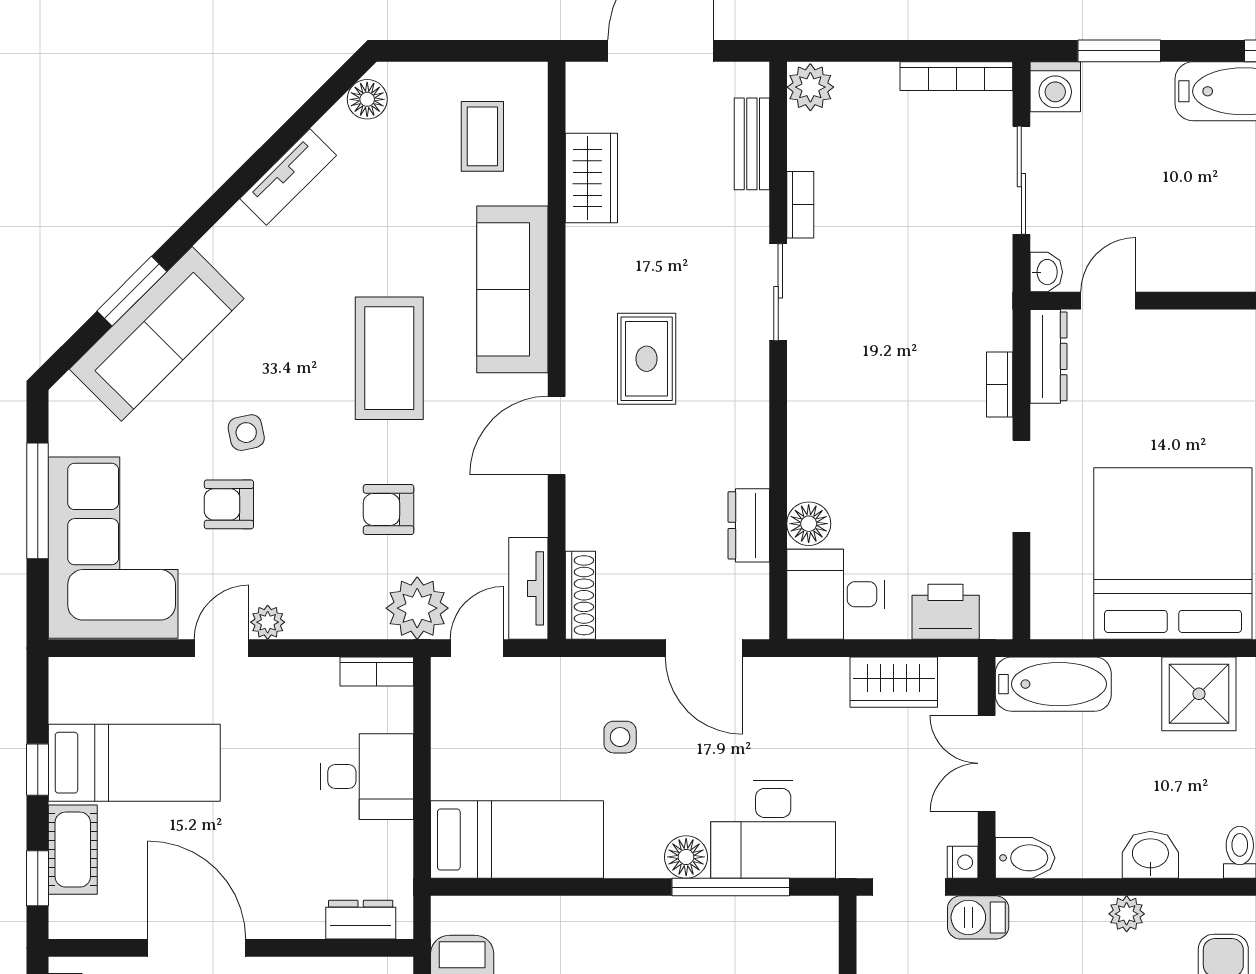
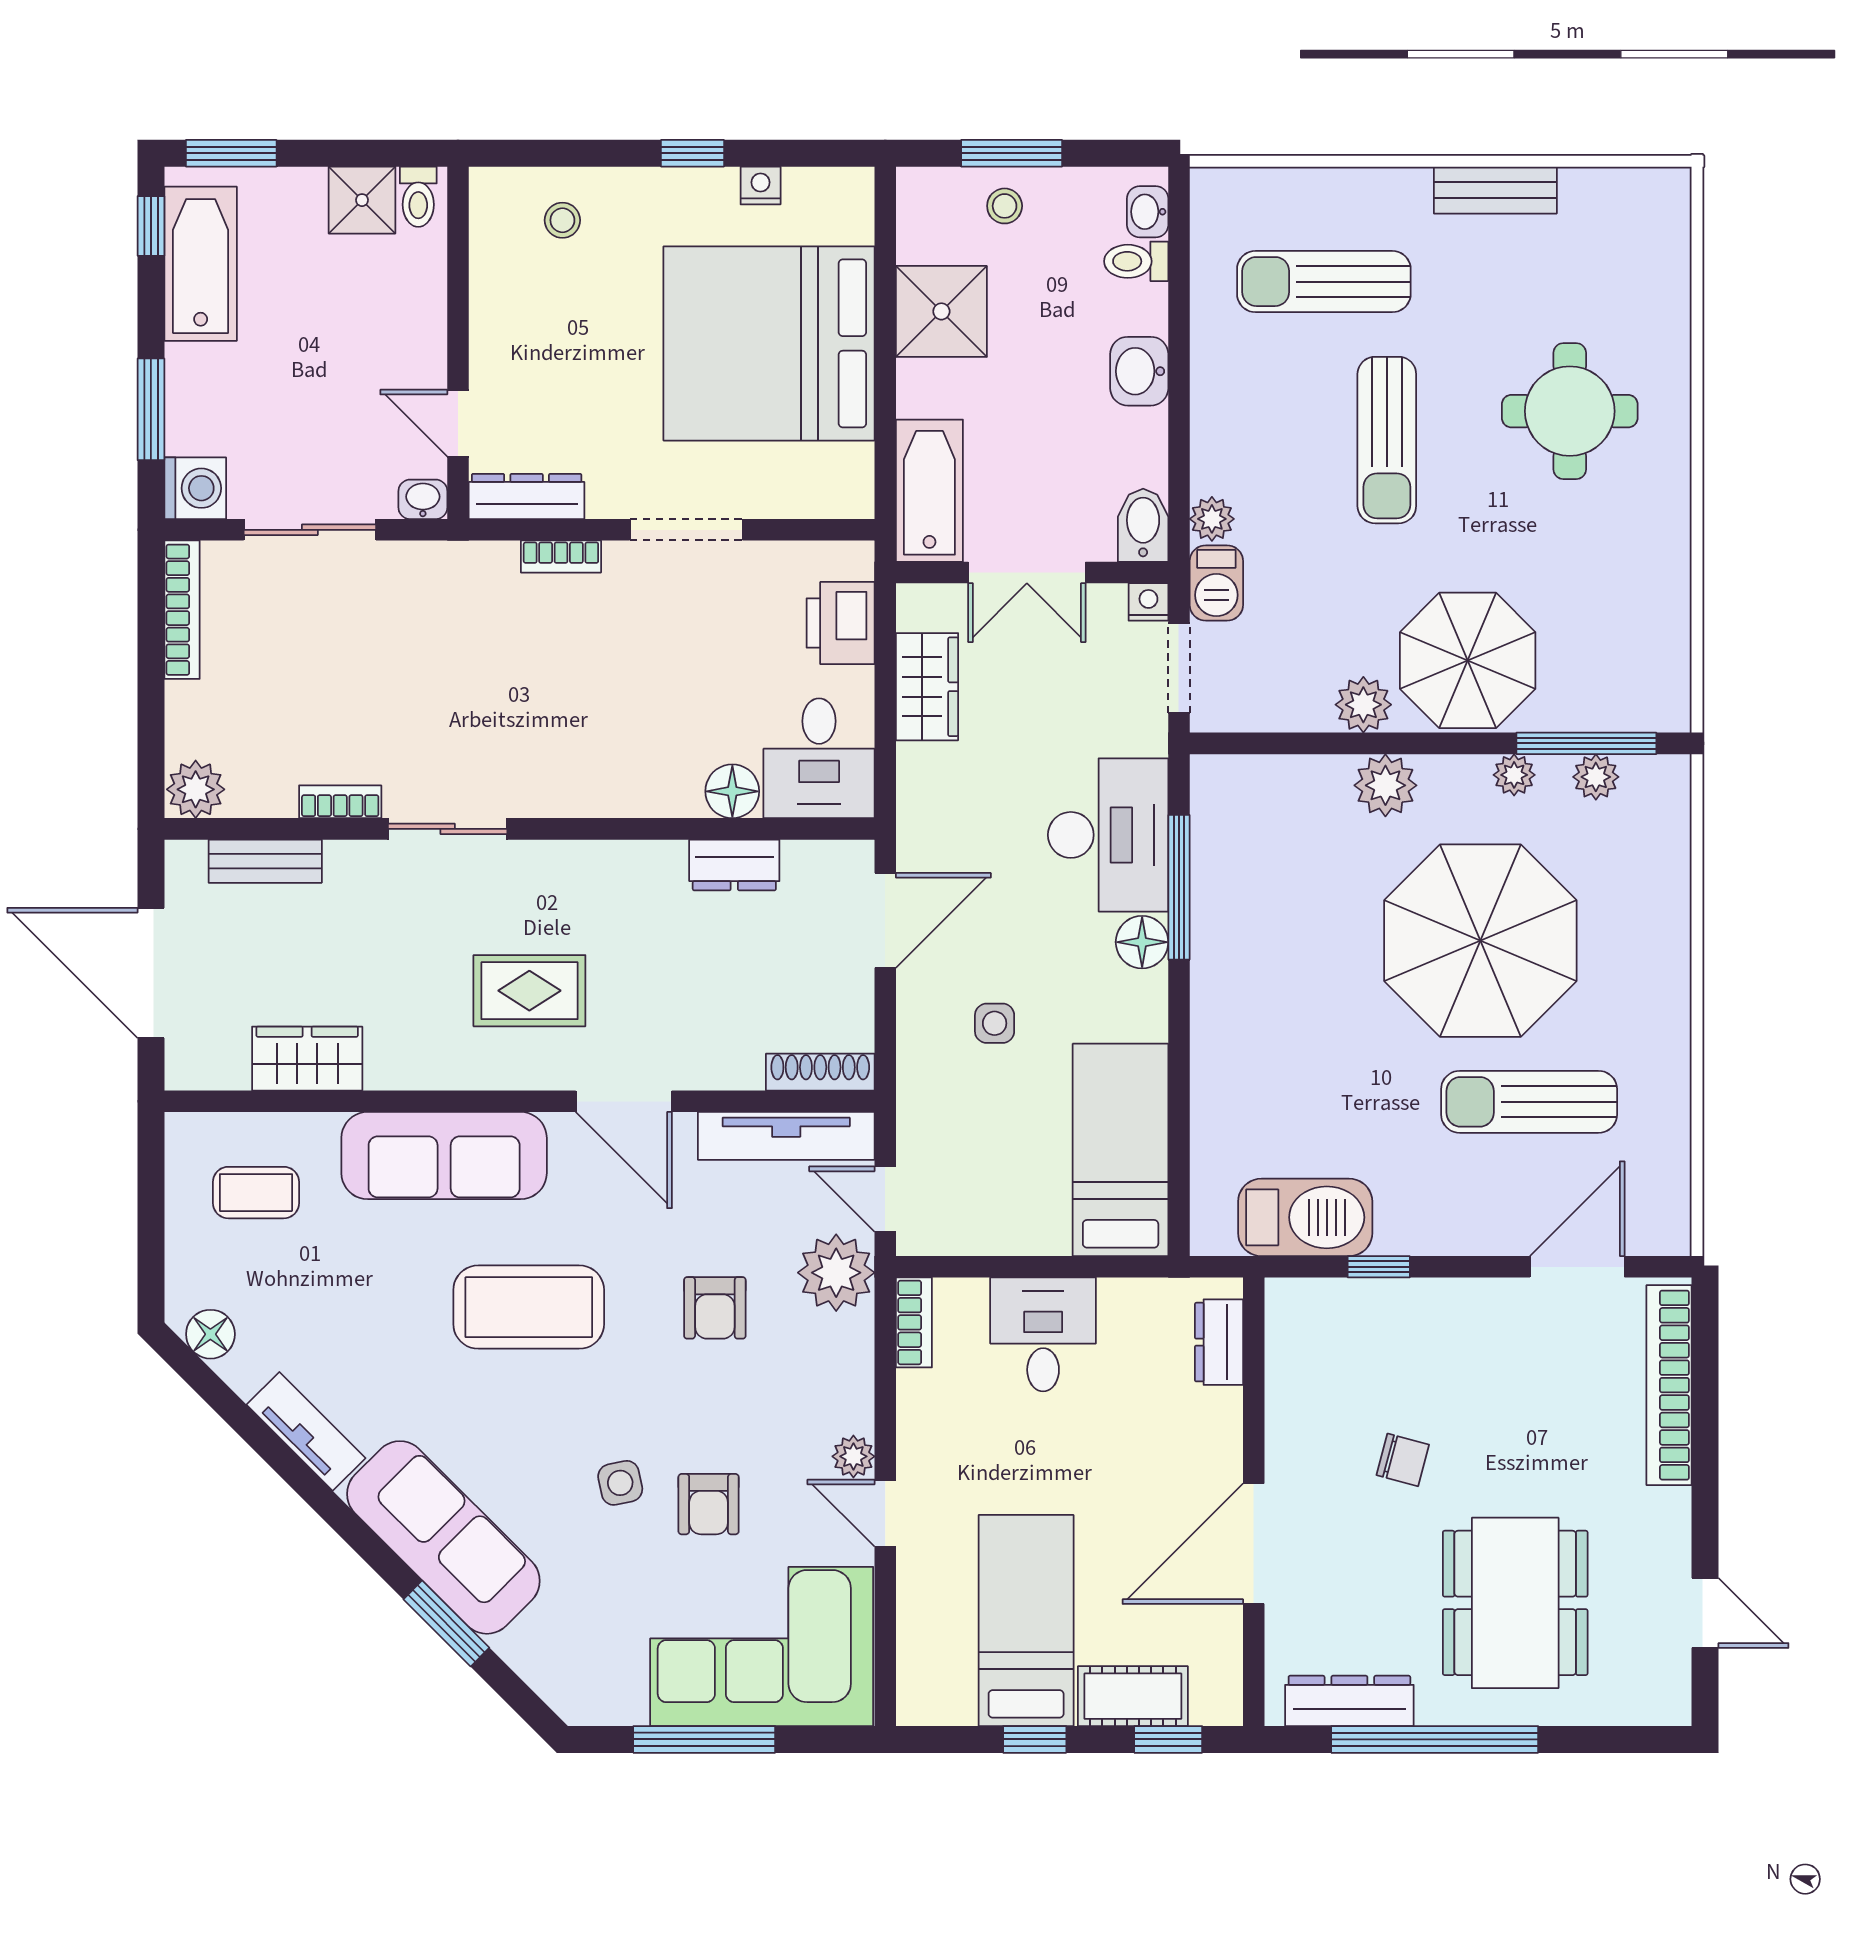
sofa: (157, 334) -> (443, 1537), moved
tv unit: (528, 588) -> (786, 1136), width x1.41
plant: (1127, 914) -> (1212, 519), moved

